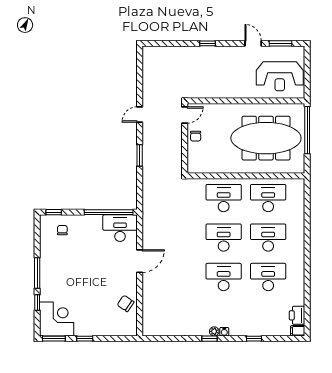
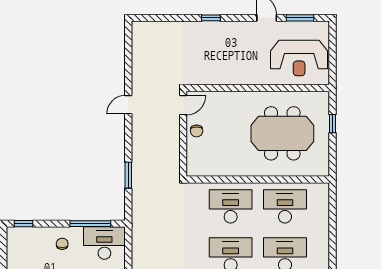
window: (307, 130) -> (333, 124), width x0.32
meeting table: (266, 138) -> (282, 133), width x0.73
window: (140, 155) -> (128, 175), moved
window: (109, 212) -> (90, 224), width x0.68
chair: (62, 230) -> (62, 244), moved

